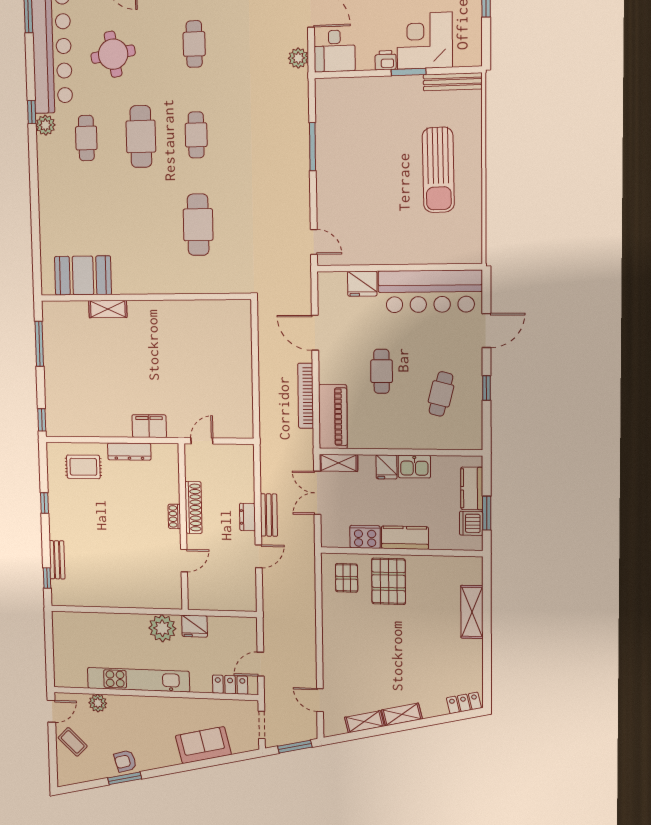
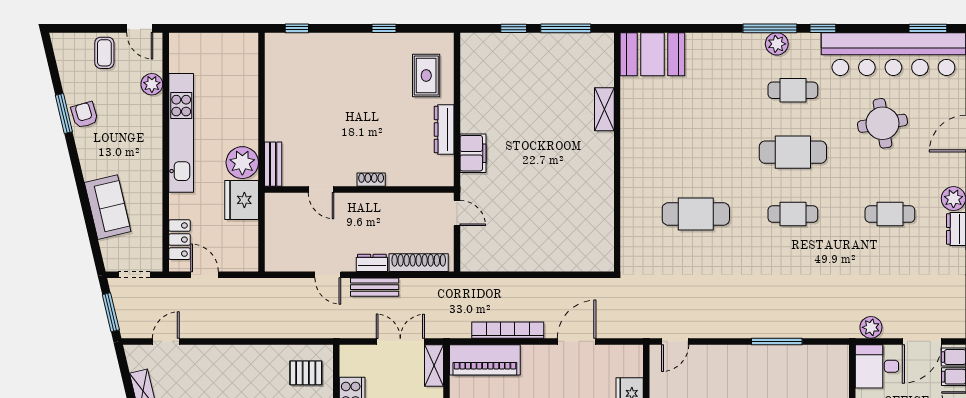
plant: (45, 125) -> (777, 44), moved
window: (33, 161) -> (770, 28), added
booth: (83, 275) -> (652, 54), moved, turned 90
window: (42, 420) -> (514, 28), moved
shoe rack: (193, 507) -> (419, 263), moved, turned 180
bench: (57, 560) -> (273, 164), moved, turned 90
fridge: (195, 626) -> (242, 200), width x1.36, depth x1.34
coffee table: (73, 742) -> (104, 53), turned -44

